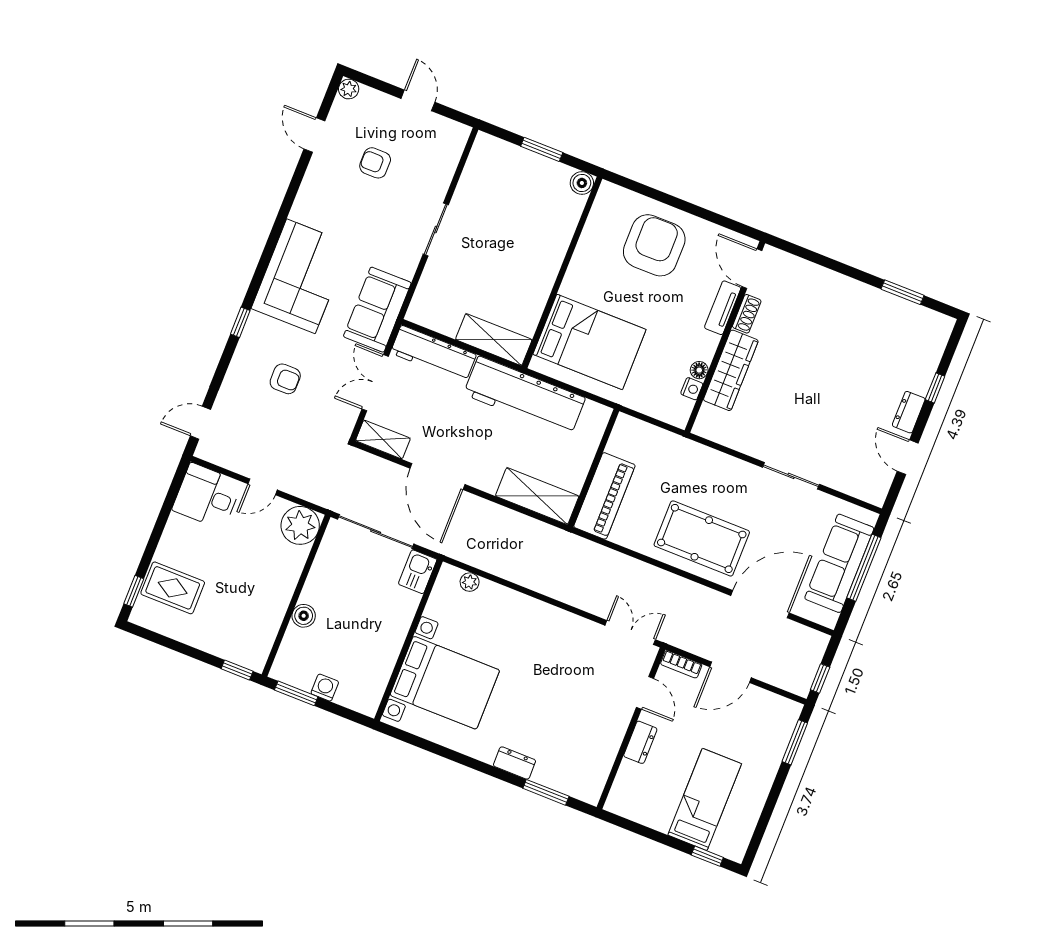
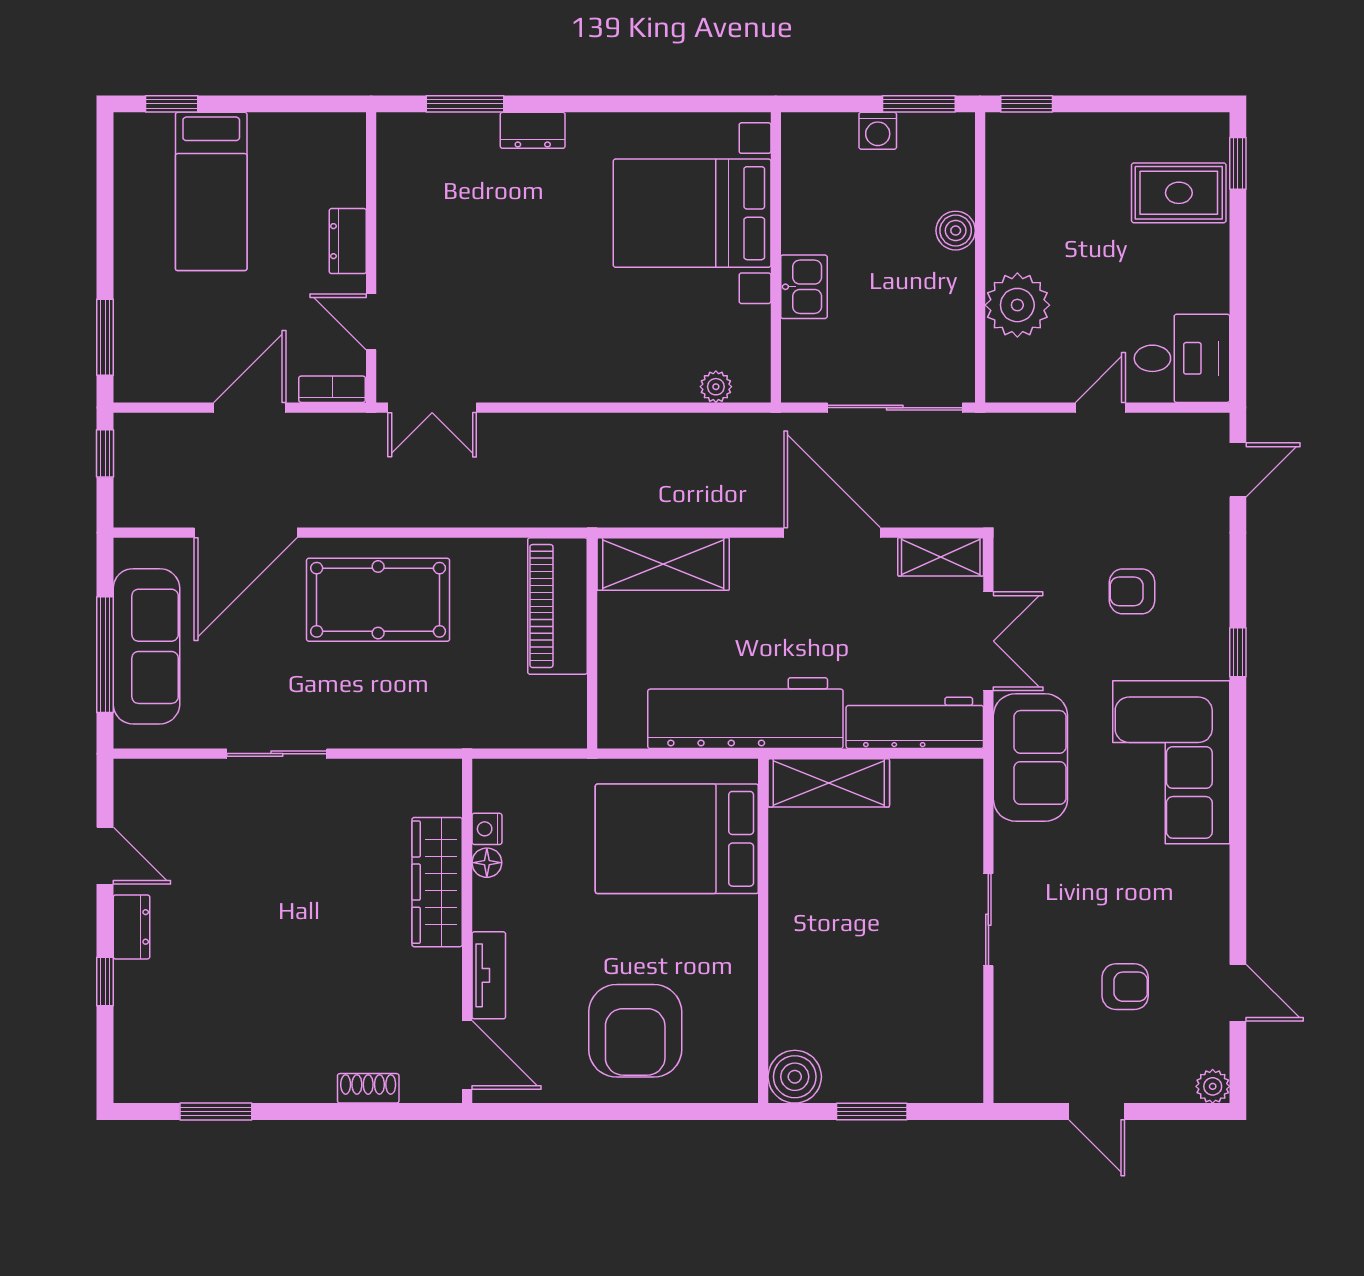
boiler: (582, 183) -> (795, 1077), width x1.36, depth x1.36
shoe rack: (747, 314) -> (368, 1088), moved, turned 90
plant: (300, 525) -> (1017, 305), moved
kitchen sink: (418, 572) -> (804, 287), moved

